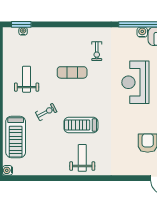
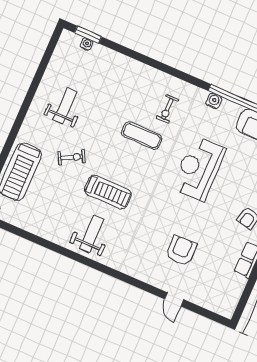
water cooler: (142, 32) -> (214, 101), moved
exercise mat: (72, 72) -> (142, 136), moved
treadmill: (81, 125) -> (108, 192), turned 180

